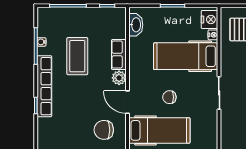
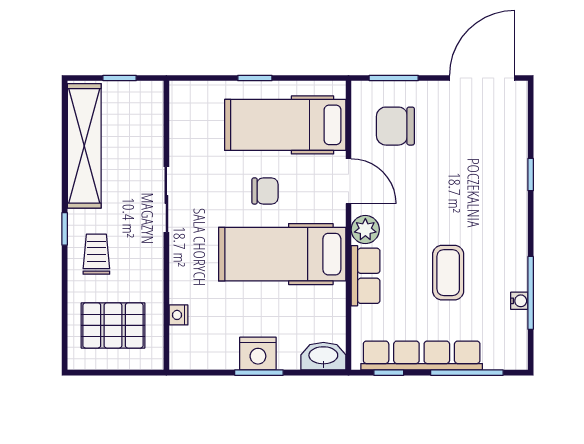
nightstand: (210, 20) -> (258, 354), moved, turned -90
washbasin: (136, 25) -> (323, 356), moved, turned 90
coffee table: (77, 56) -> (448, 273), width x0.73, depth x0.76
hospital bed: (186, 56) -> (282, 254), moved, turned 180
row of seats: (44, 86) -> (422, 355), moved, turned 90
chair: (104, 130) -> (395, 126), turned 180

